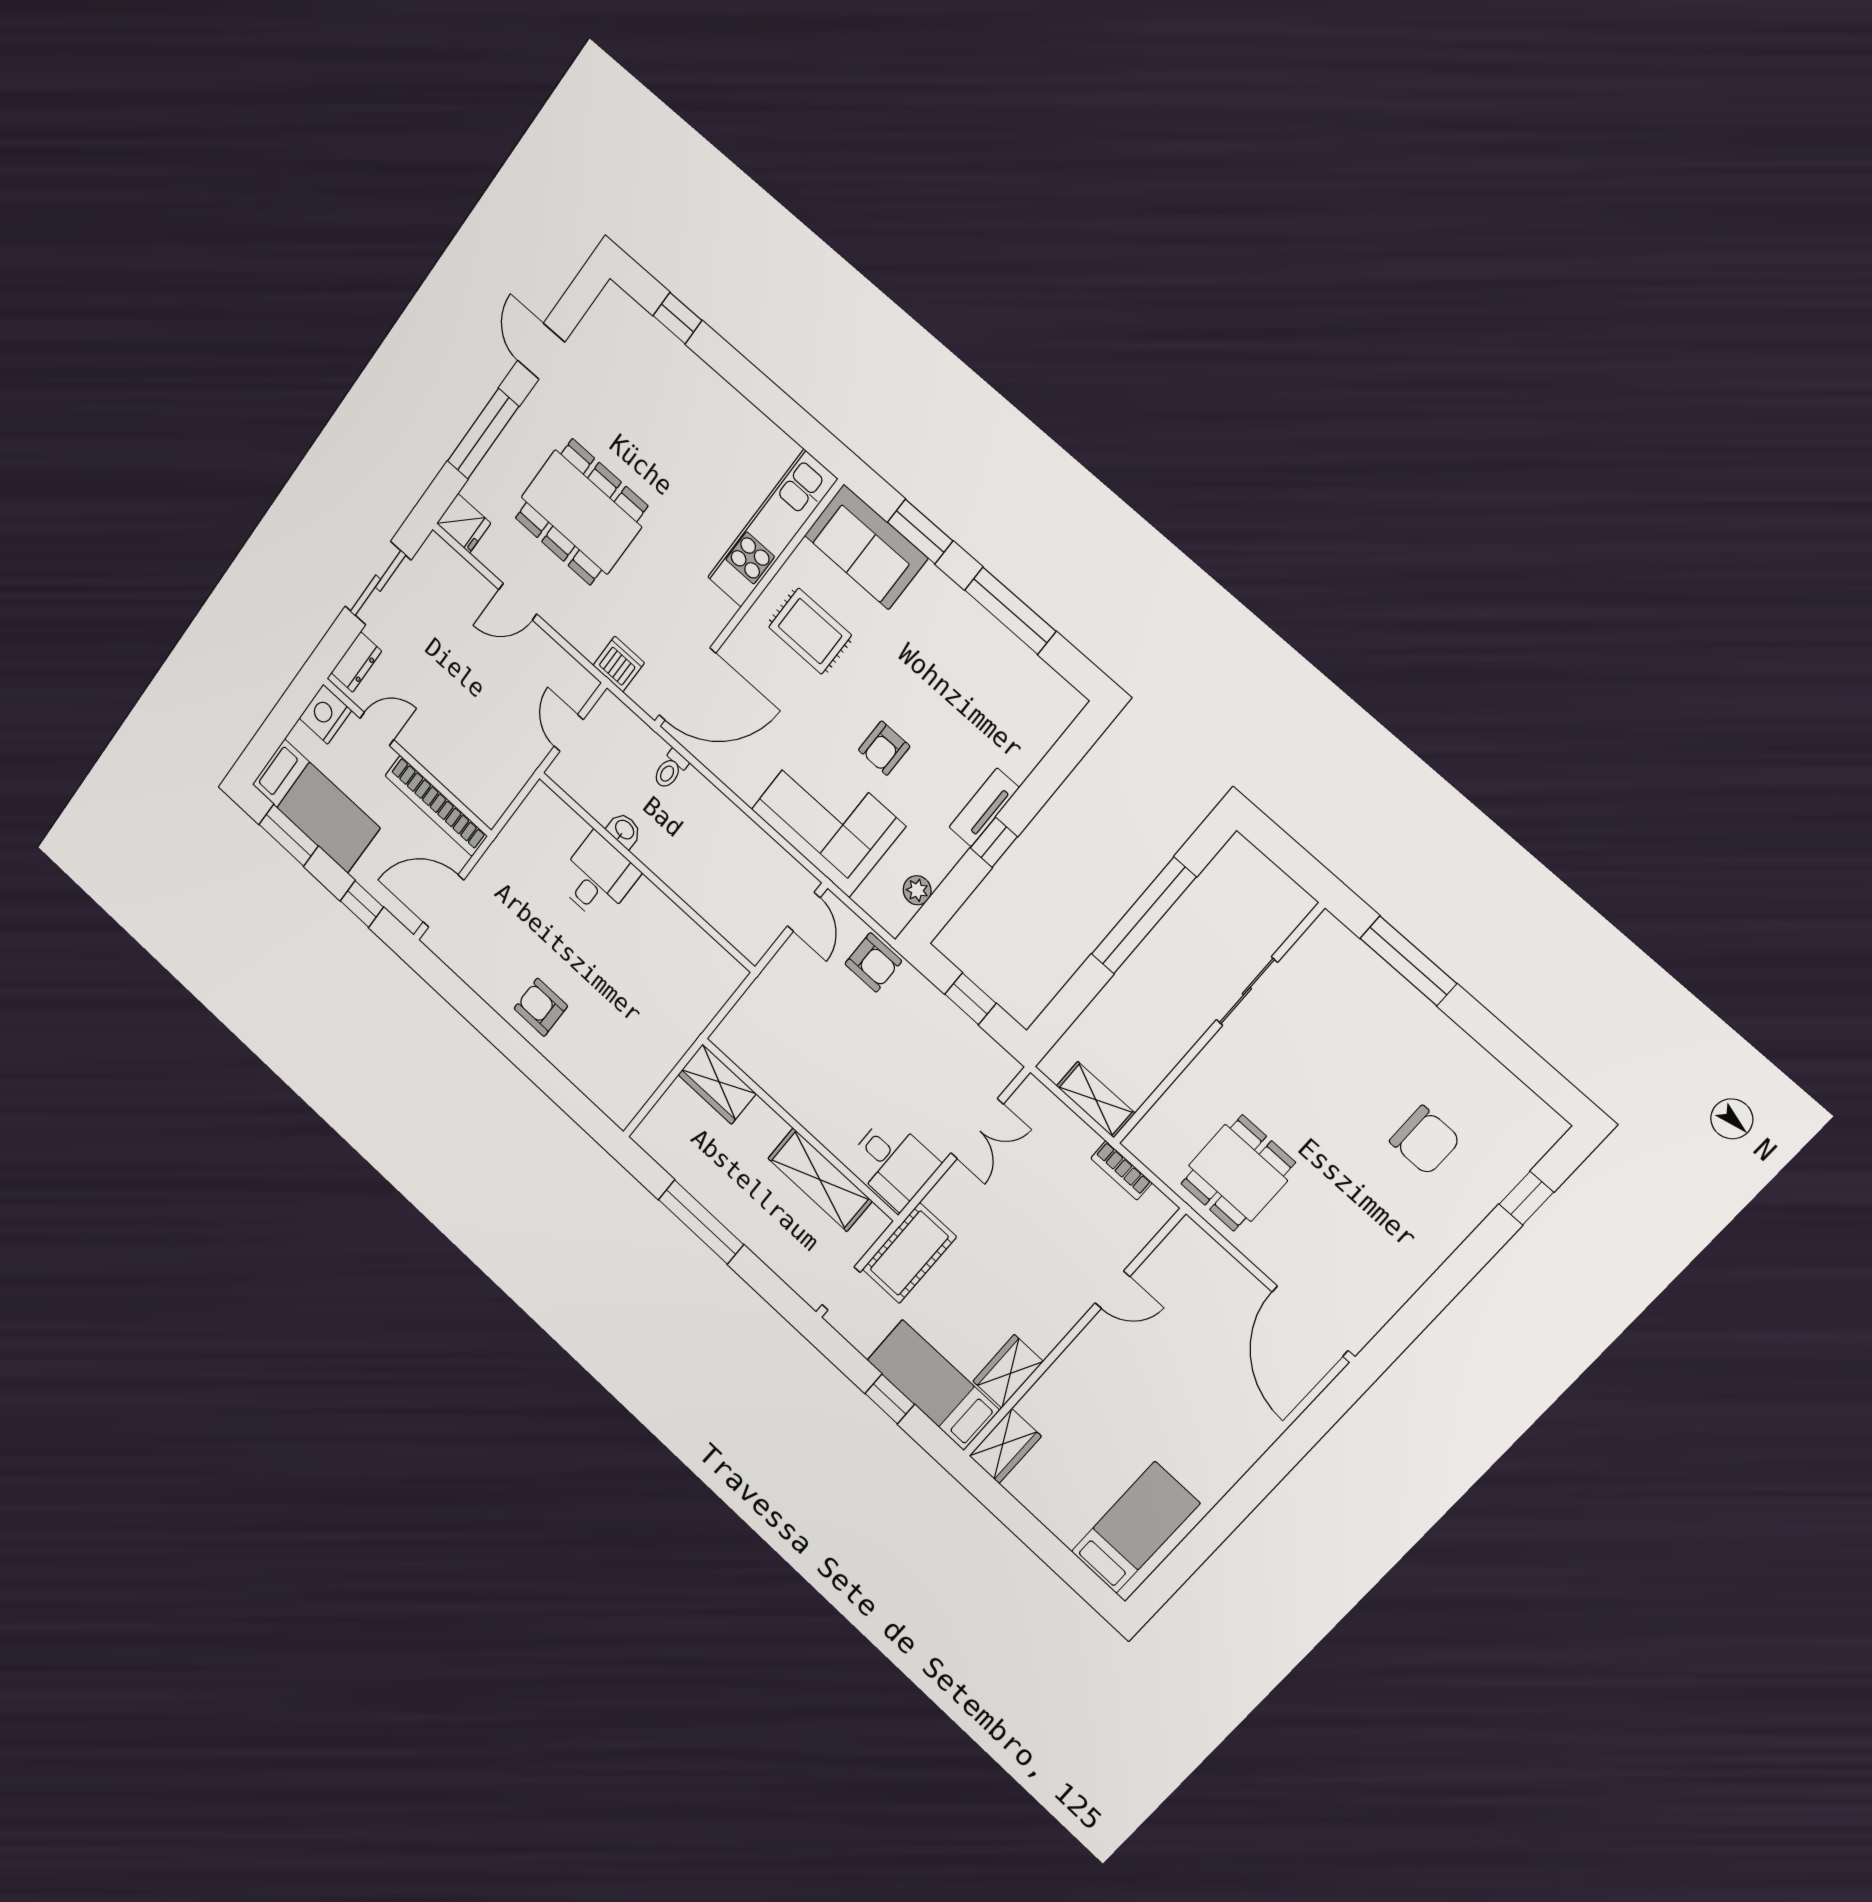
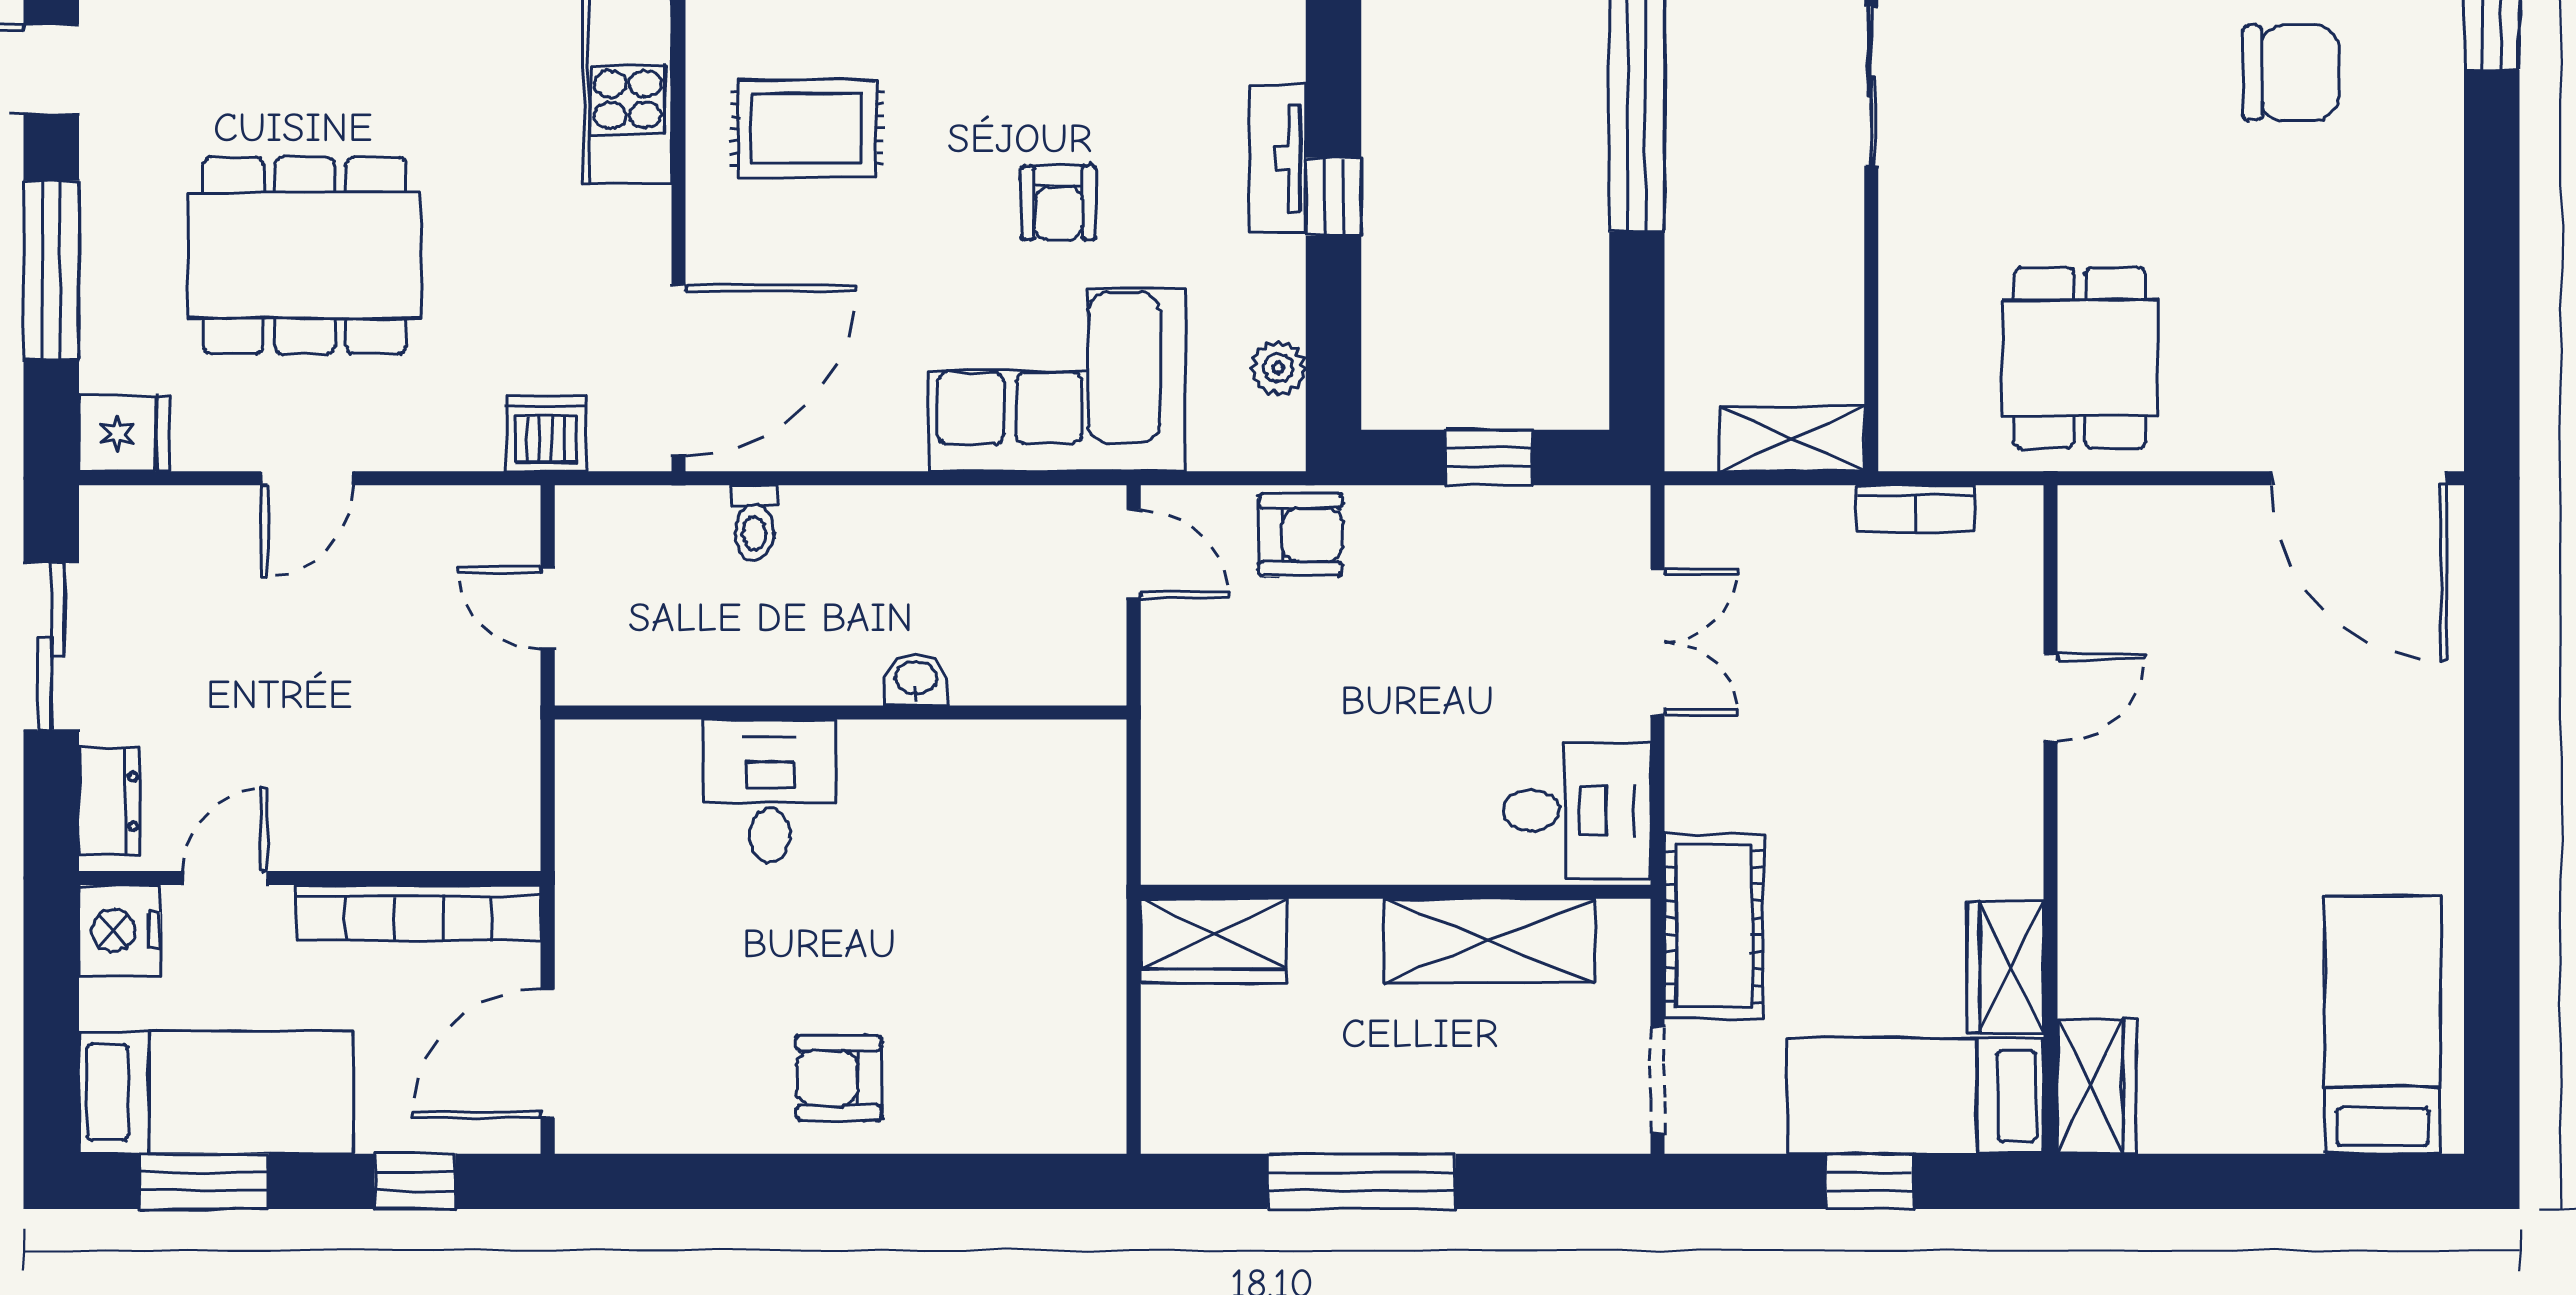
washbasin: (624, 830) -> (916, 680), moved

